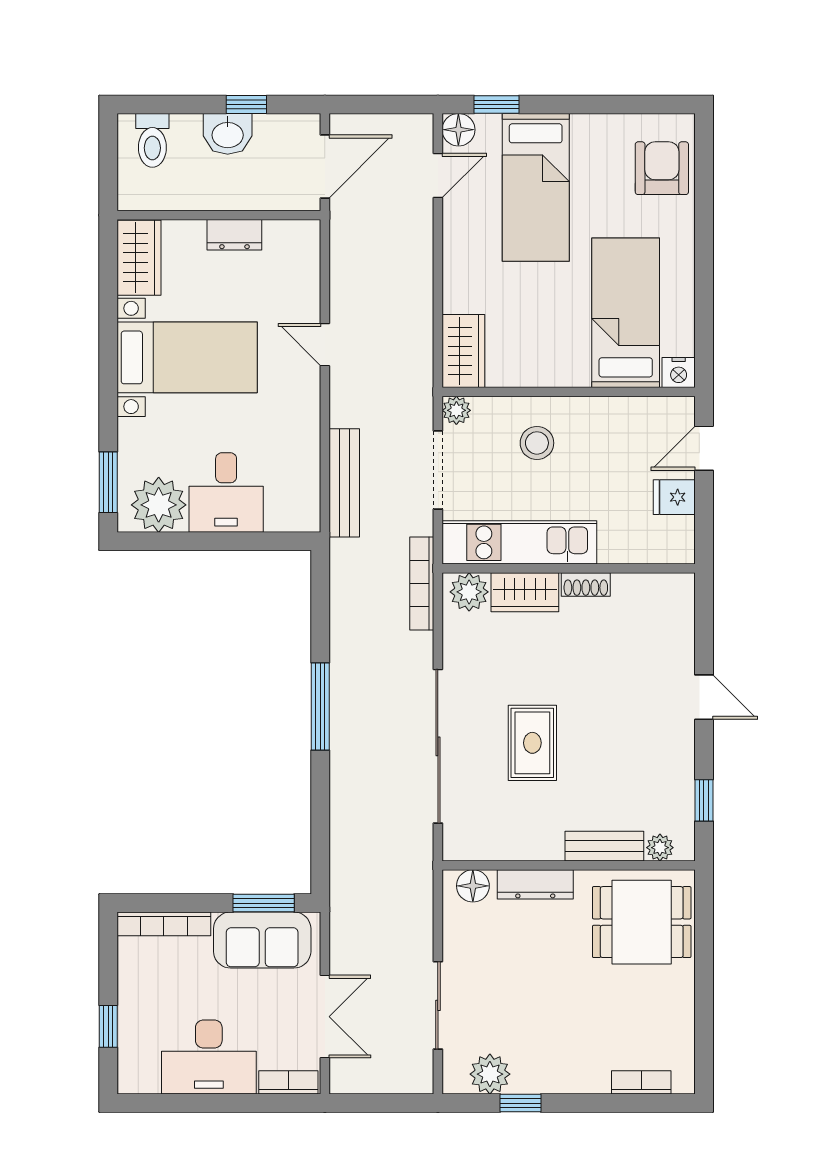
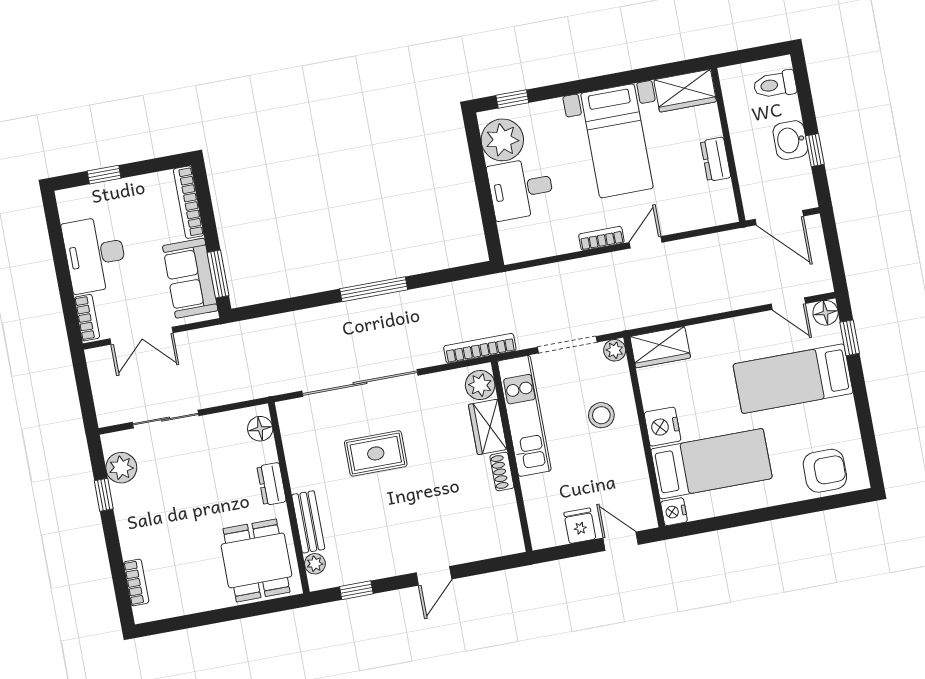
nightstand: (566, 367) -> (662, 427), added
bookcase: (309, 401) -> (601, 238), added
window: (108, 482) -> (512, 99), width x0.67
bench: (344, 483) -> (545, 276), removed
dresser: (535, 884) -> (272, 484), width x0.70

